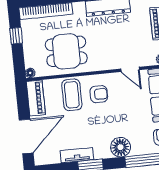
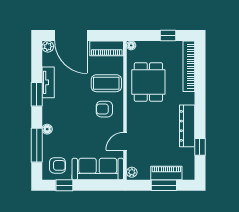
armchair: (99, 94) -> (104, 109), turned 90
floor lamp: (120, 147) -> (47, 129), width x0.53, depth x0.53
plant: (40, 159) -> (48, 47), added

